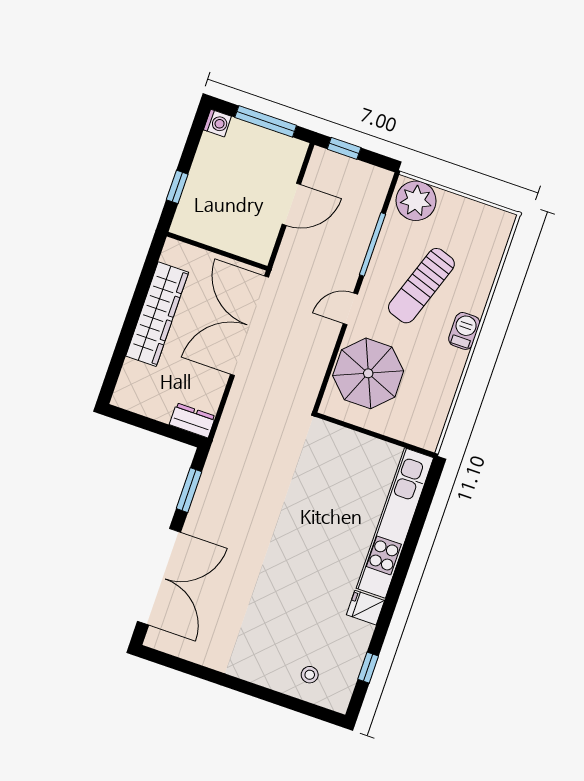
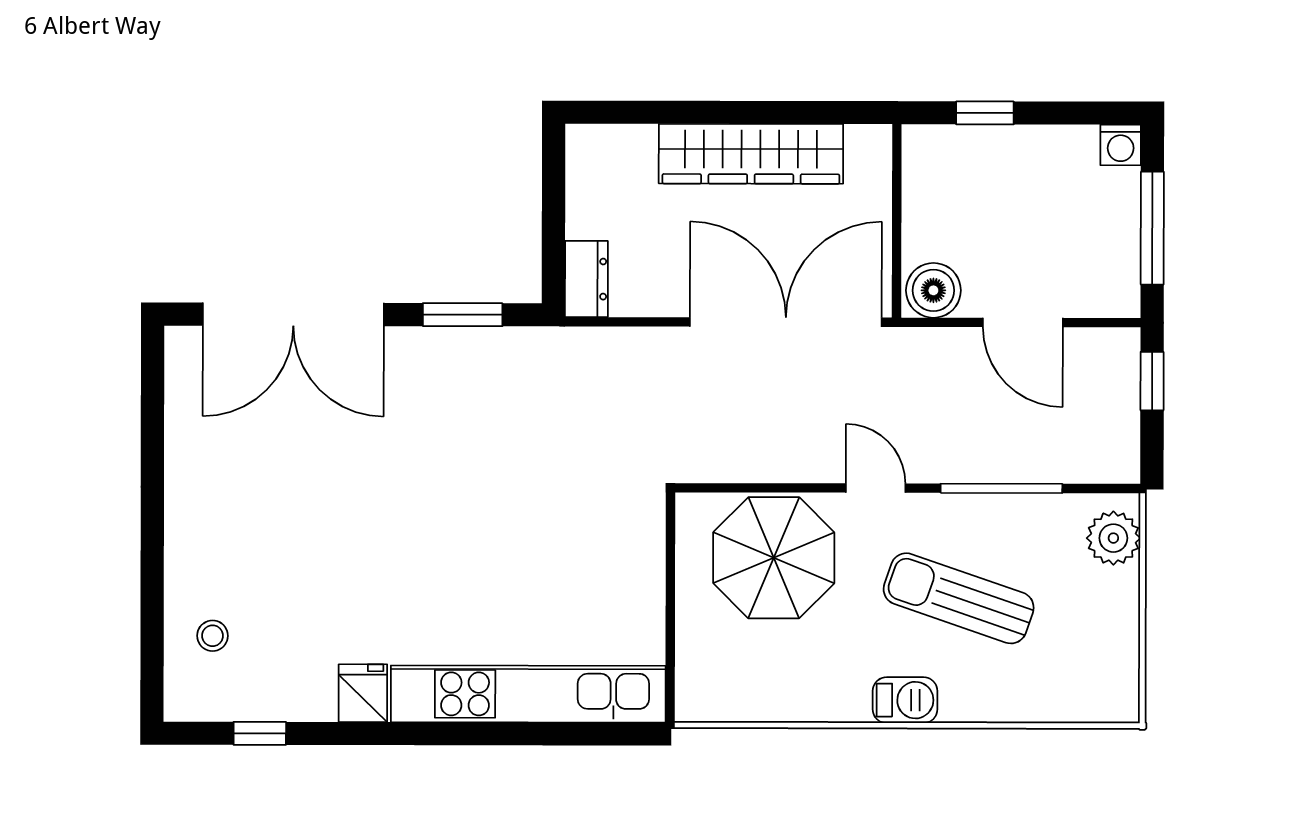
plant: (416, 201) -> (1113, 538), width x0.73, depth x0.73
boiler: (259, 245) -> (933, 290), added

